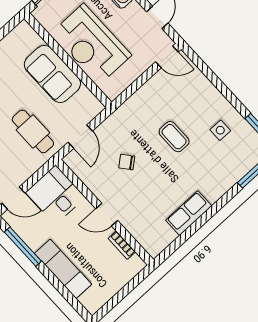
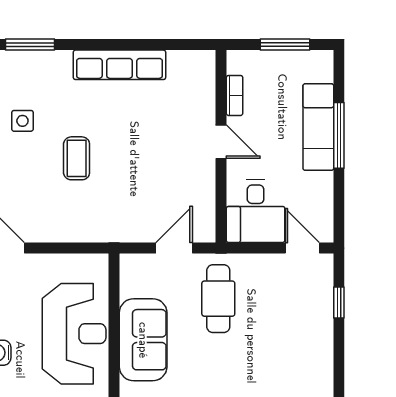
chair: (127, 162) -> (150, 177), removed
row of seats: (189, 213) -> (119, 65), width x1.48
window: (23, 247) -> (339, 135), moved
window: (120, 296) -> (285, 45), added

